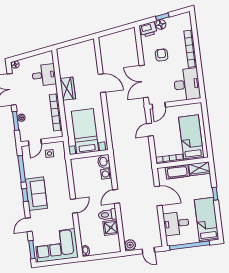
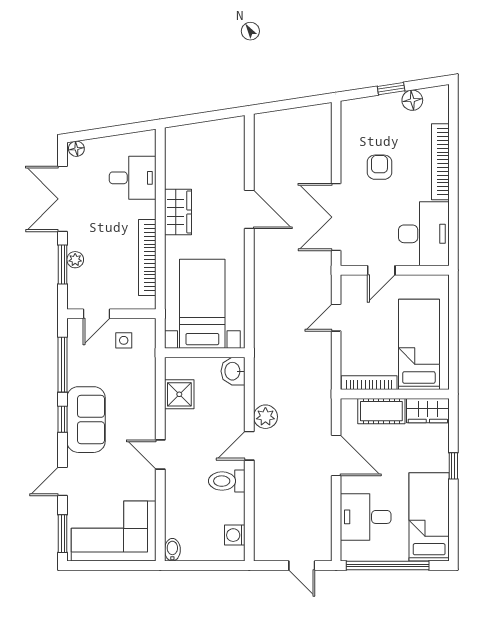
floor lamp: (161, 24) -> (412, 100), moved
printer: (148, 29) -> (359, 111), removed
door: (159, 106) -> (381, 270), moved
washing machine: (106, 174) -> (235, 535), moved
door: (74, 206) -> (160, 455), swing flipped
shower: (111, 228) -> (179, 394), moved
plant: (130, 245) -> (265, 417), moved

